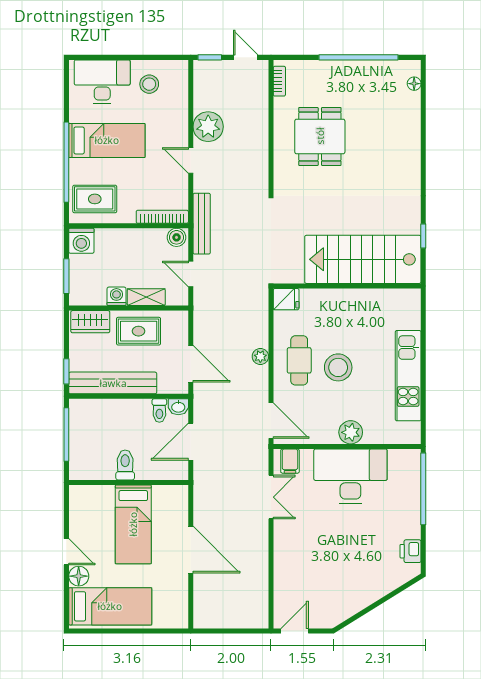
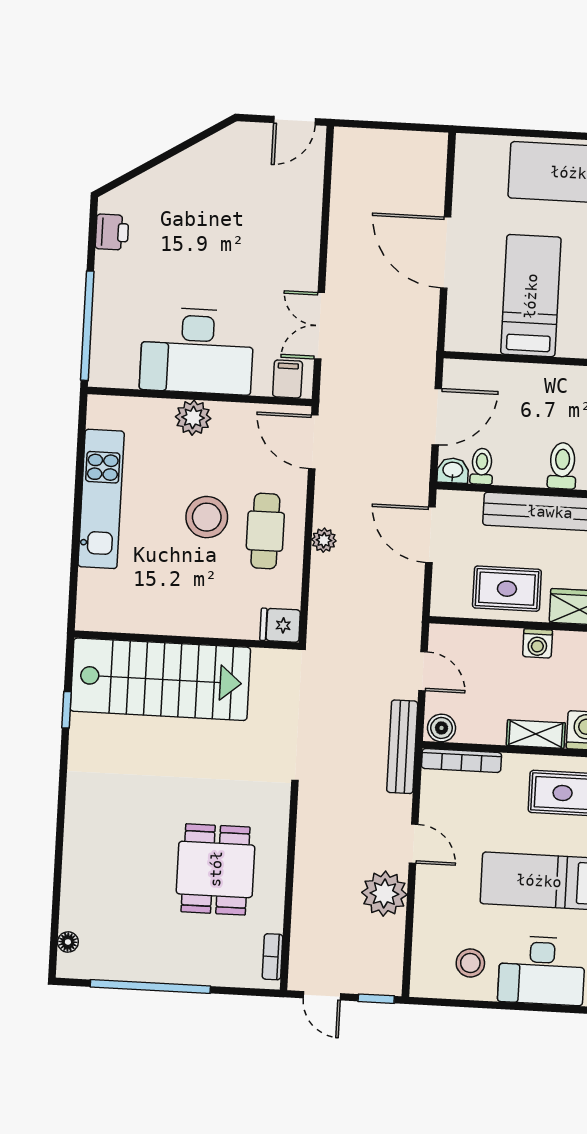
shelving: (146, 297) -> (536, 734), moved
toilet: (125, 465) -> (562, 466), moved, turned 180

